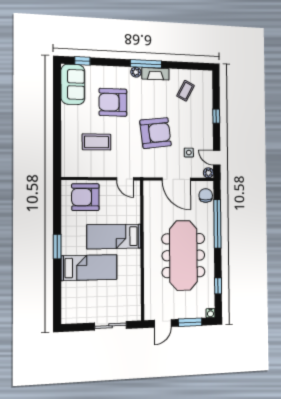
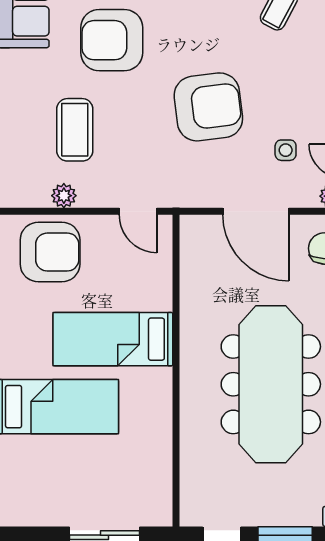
coffee table: (96, 142) -> (75, 130), turned 90
plant: (92, 172) -> (64, 196), added
armchair: (85, 197) -> (50, 252), turned 180

